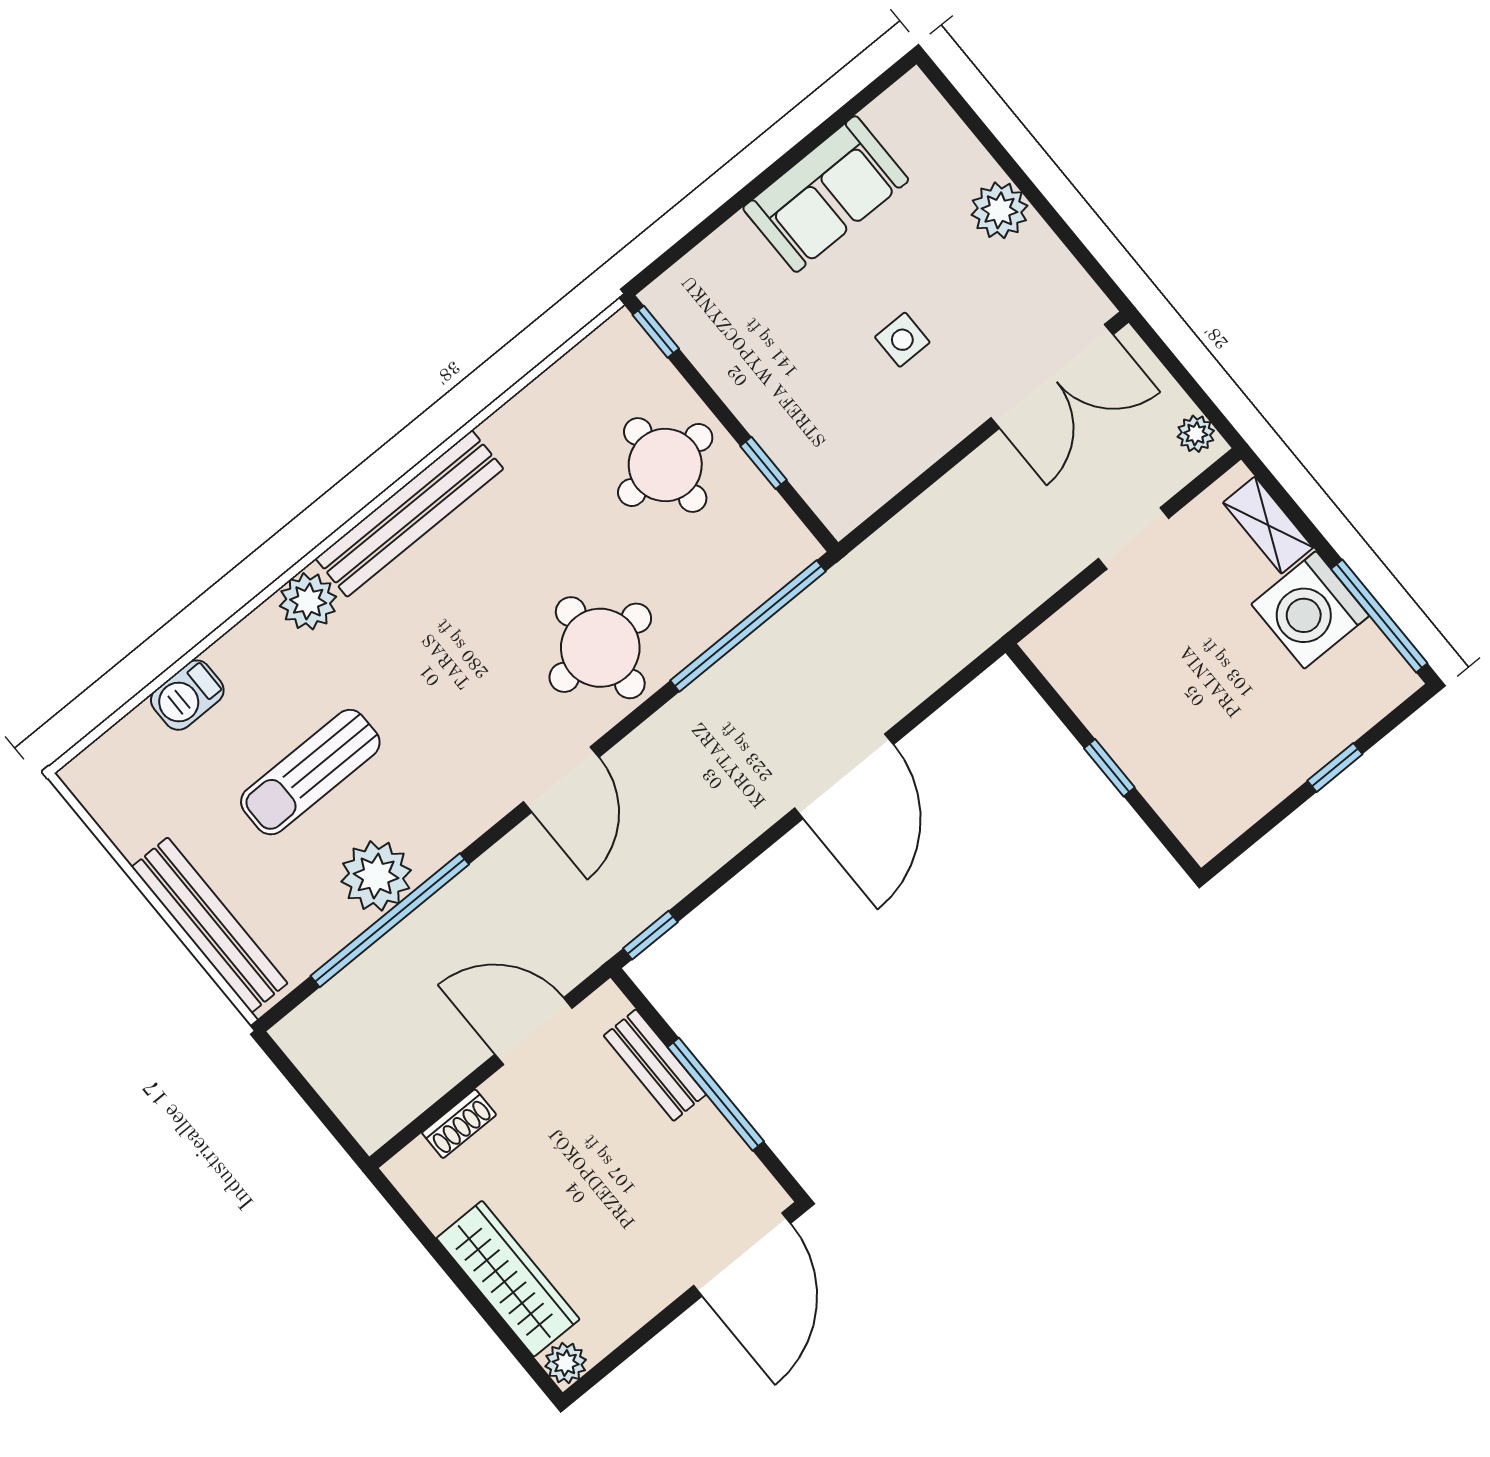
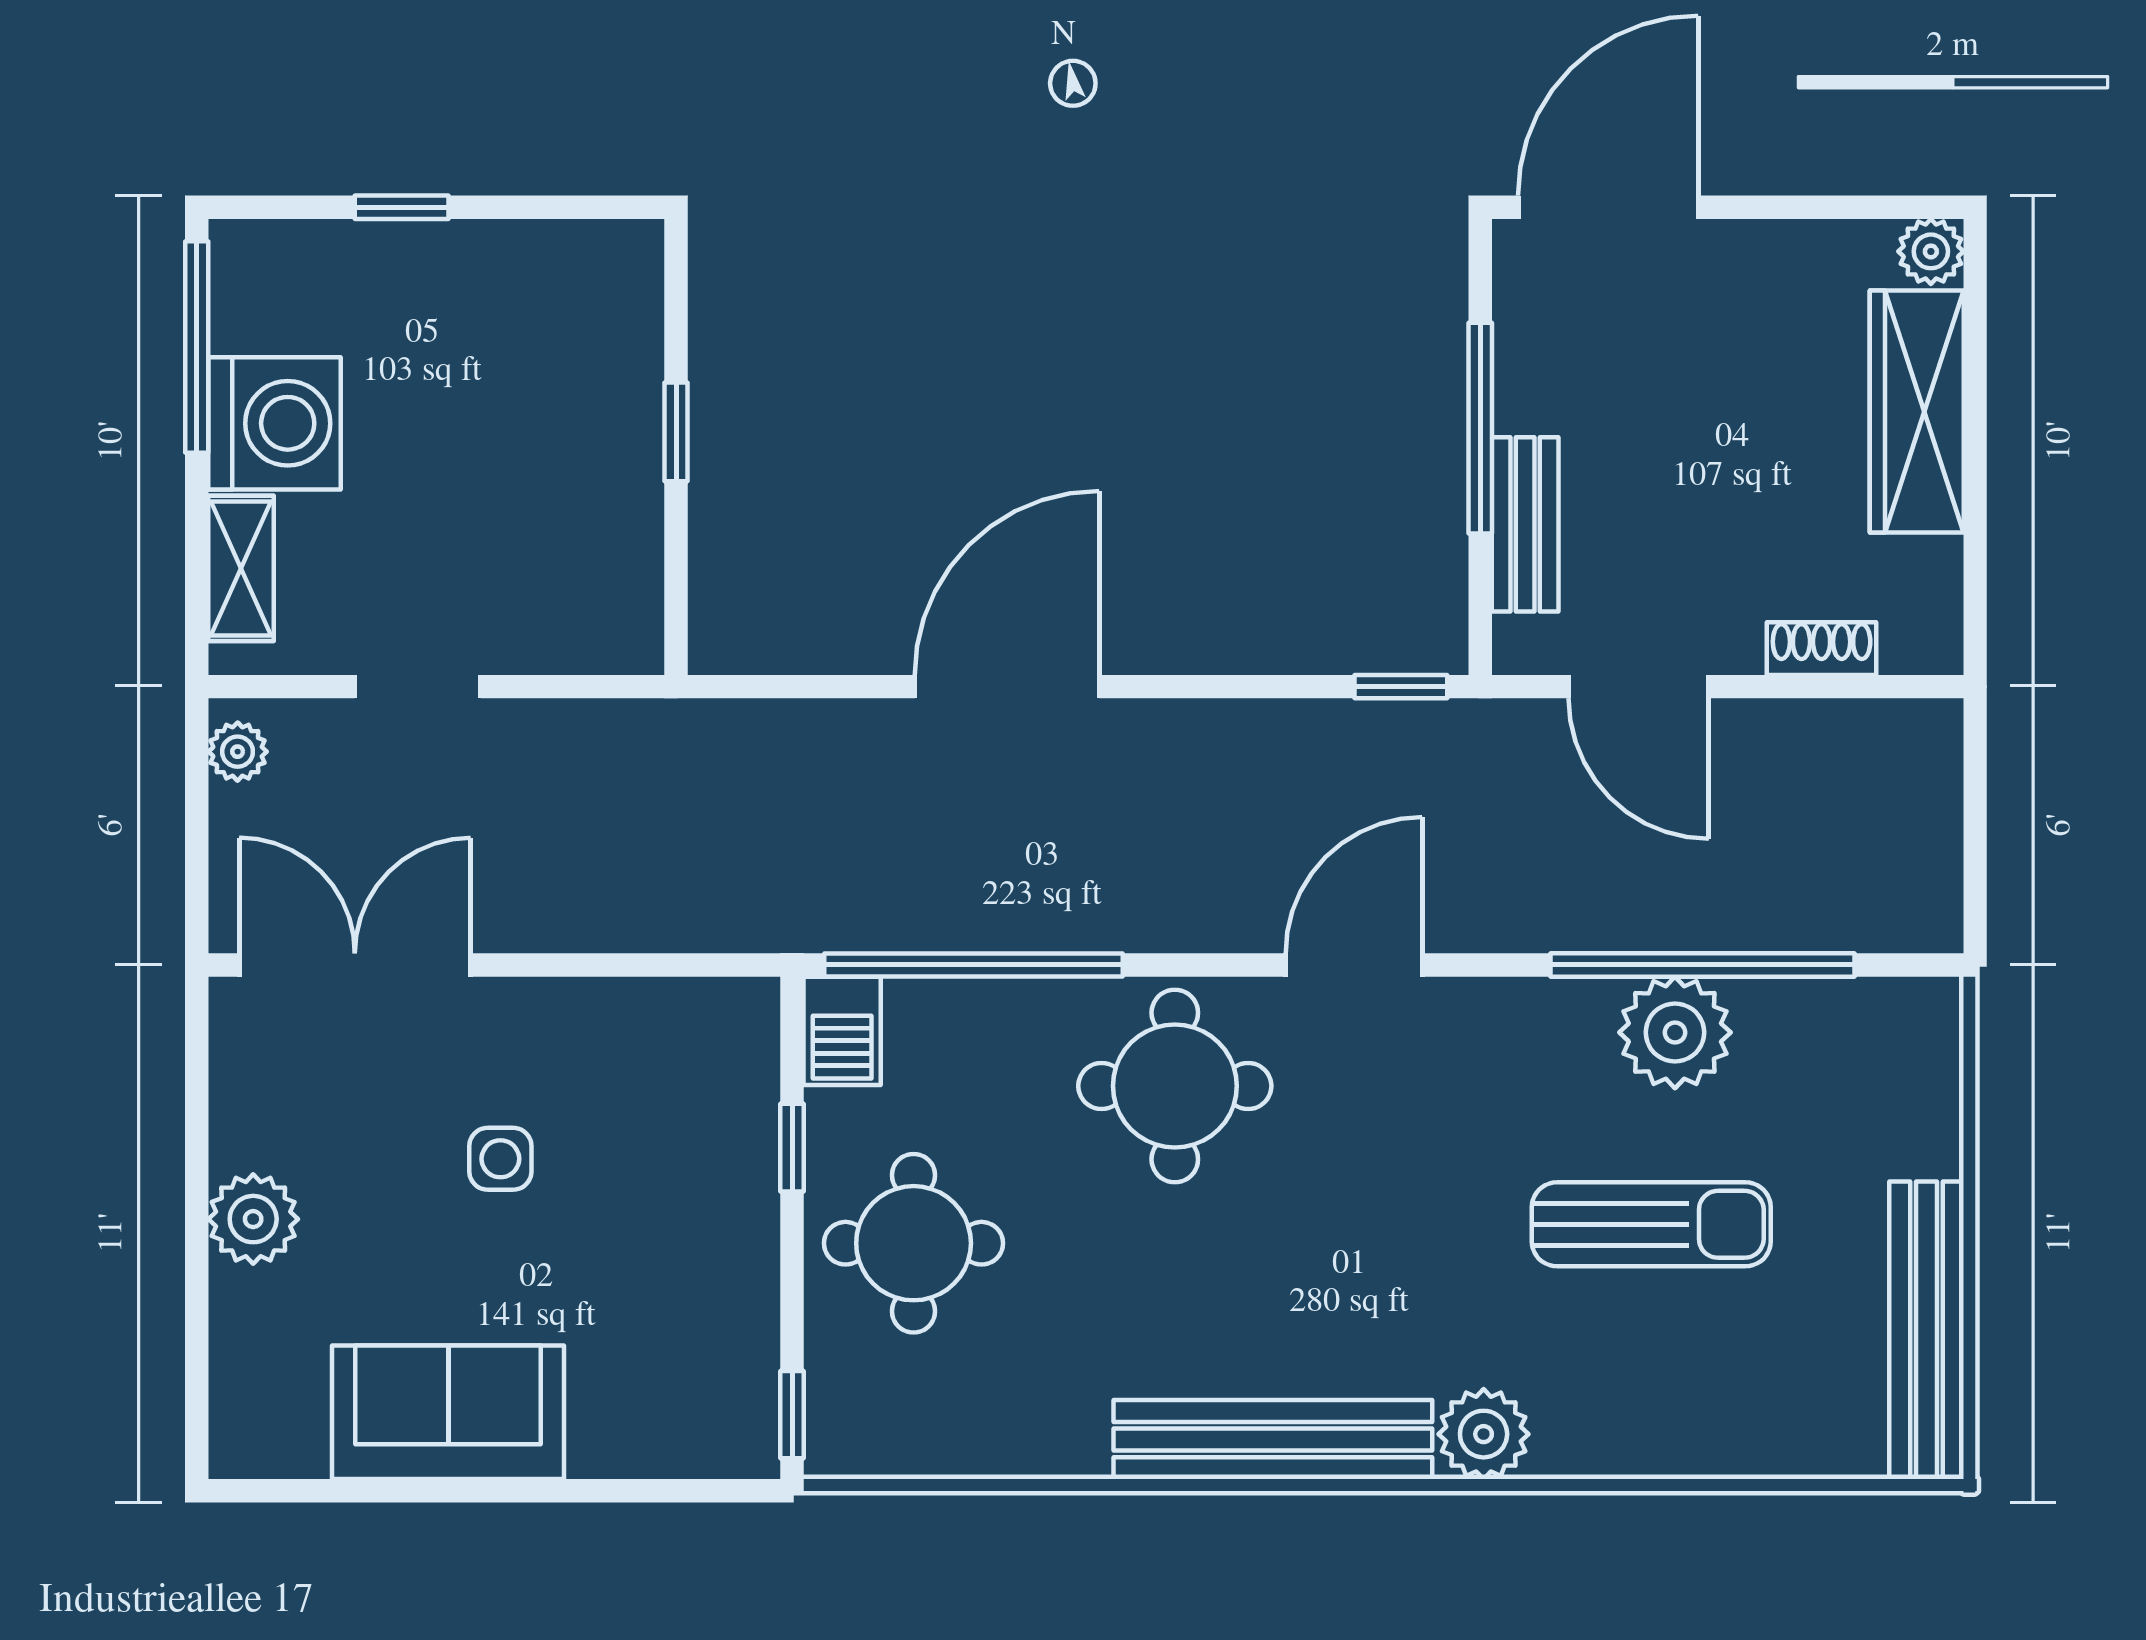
barbecue: (187, 695) -> (842, 1031), moved, turned 90
bench: (210, 925) -> (1926, 1330), moved

